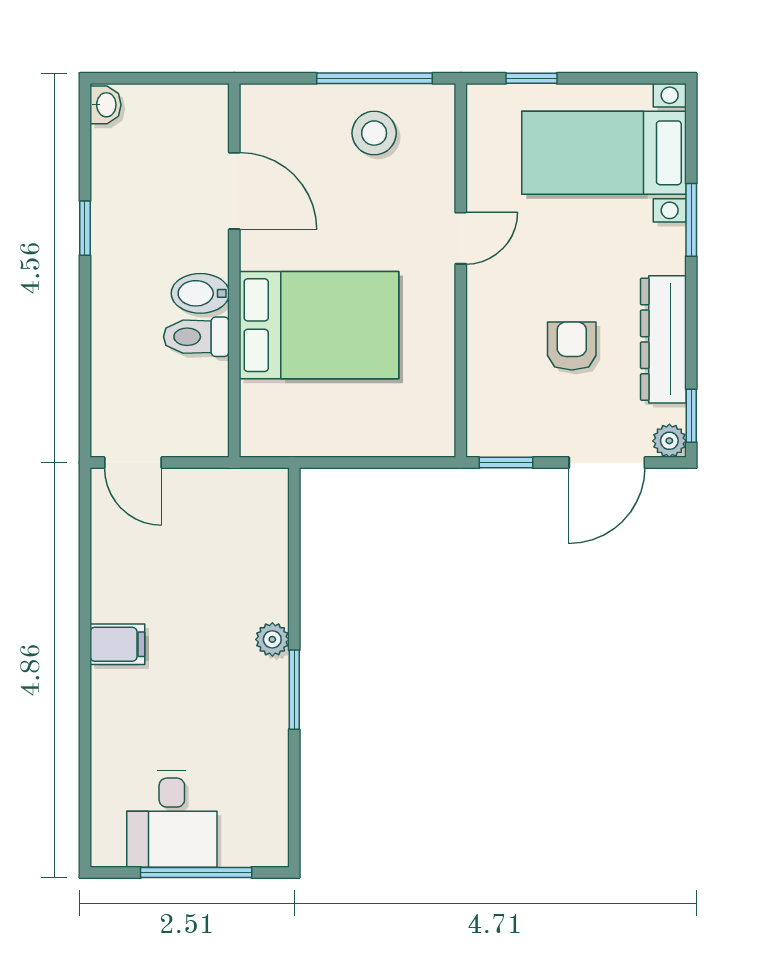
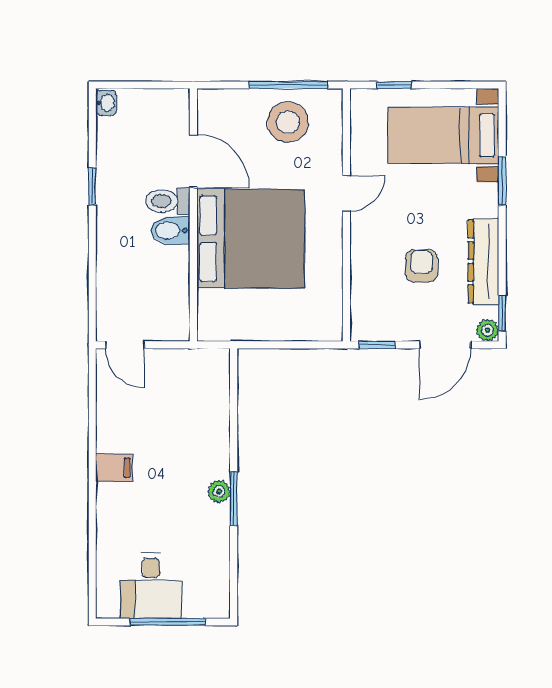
stool: (374, 133) -> (288, 122), width x1.38, depth x1.38
bed: (319, 325) -> (251, 239), width x1.36
toilet: (196, 337) -> (168, 201), moved
plant: (272, 639) -> (219, 491), moved

